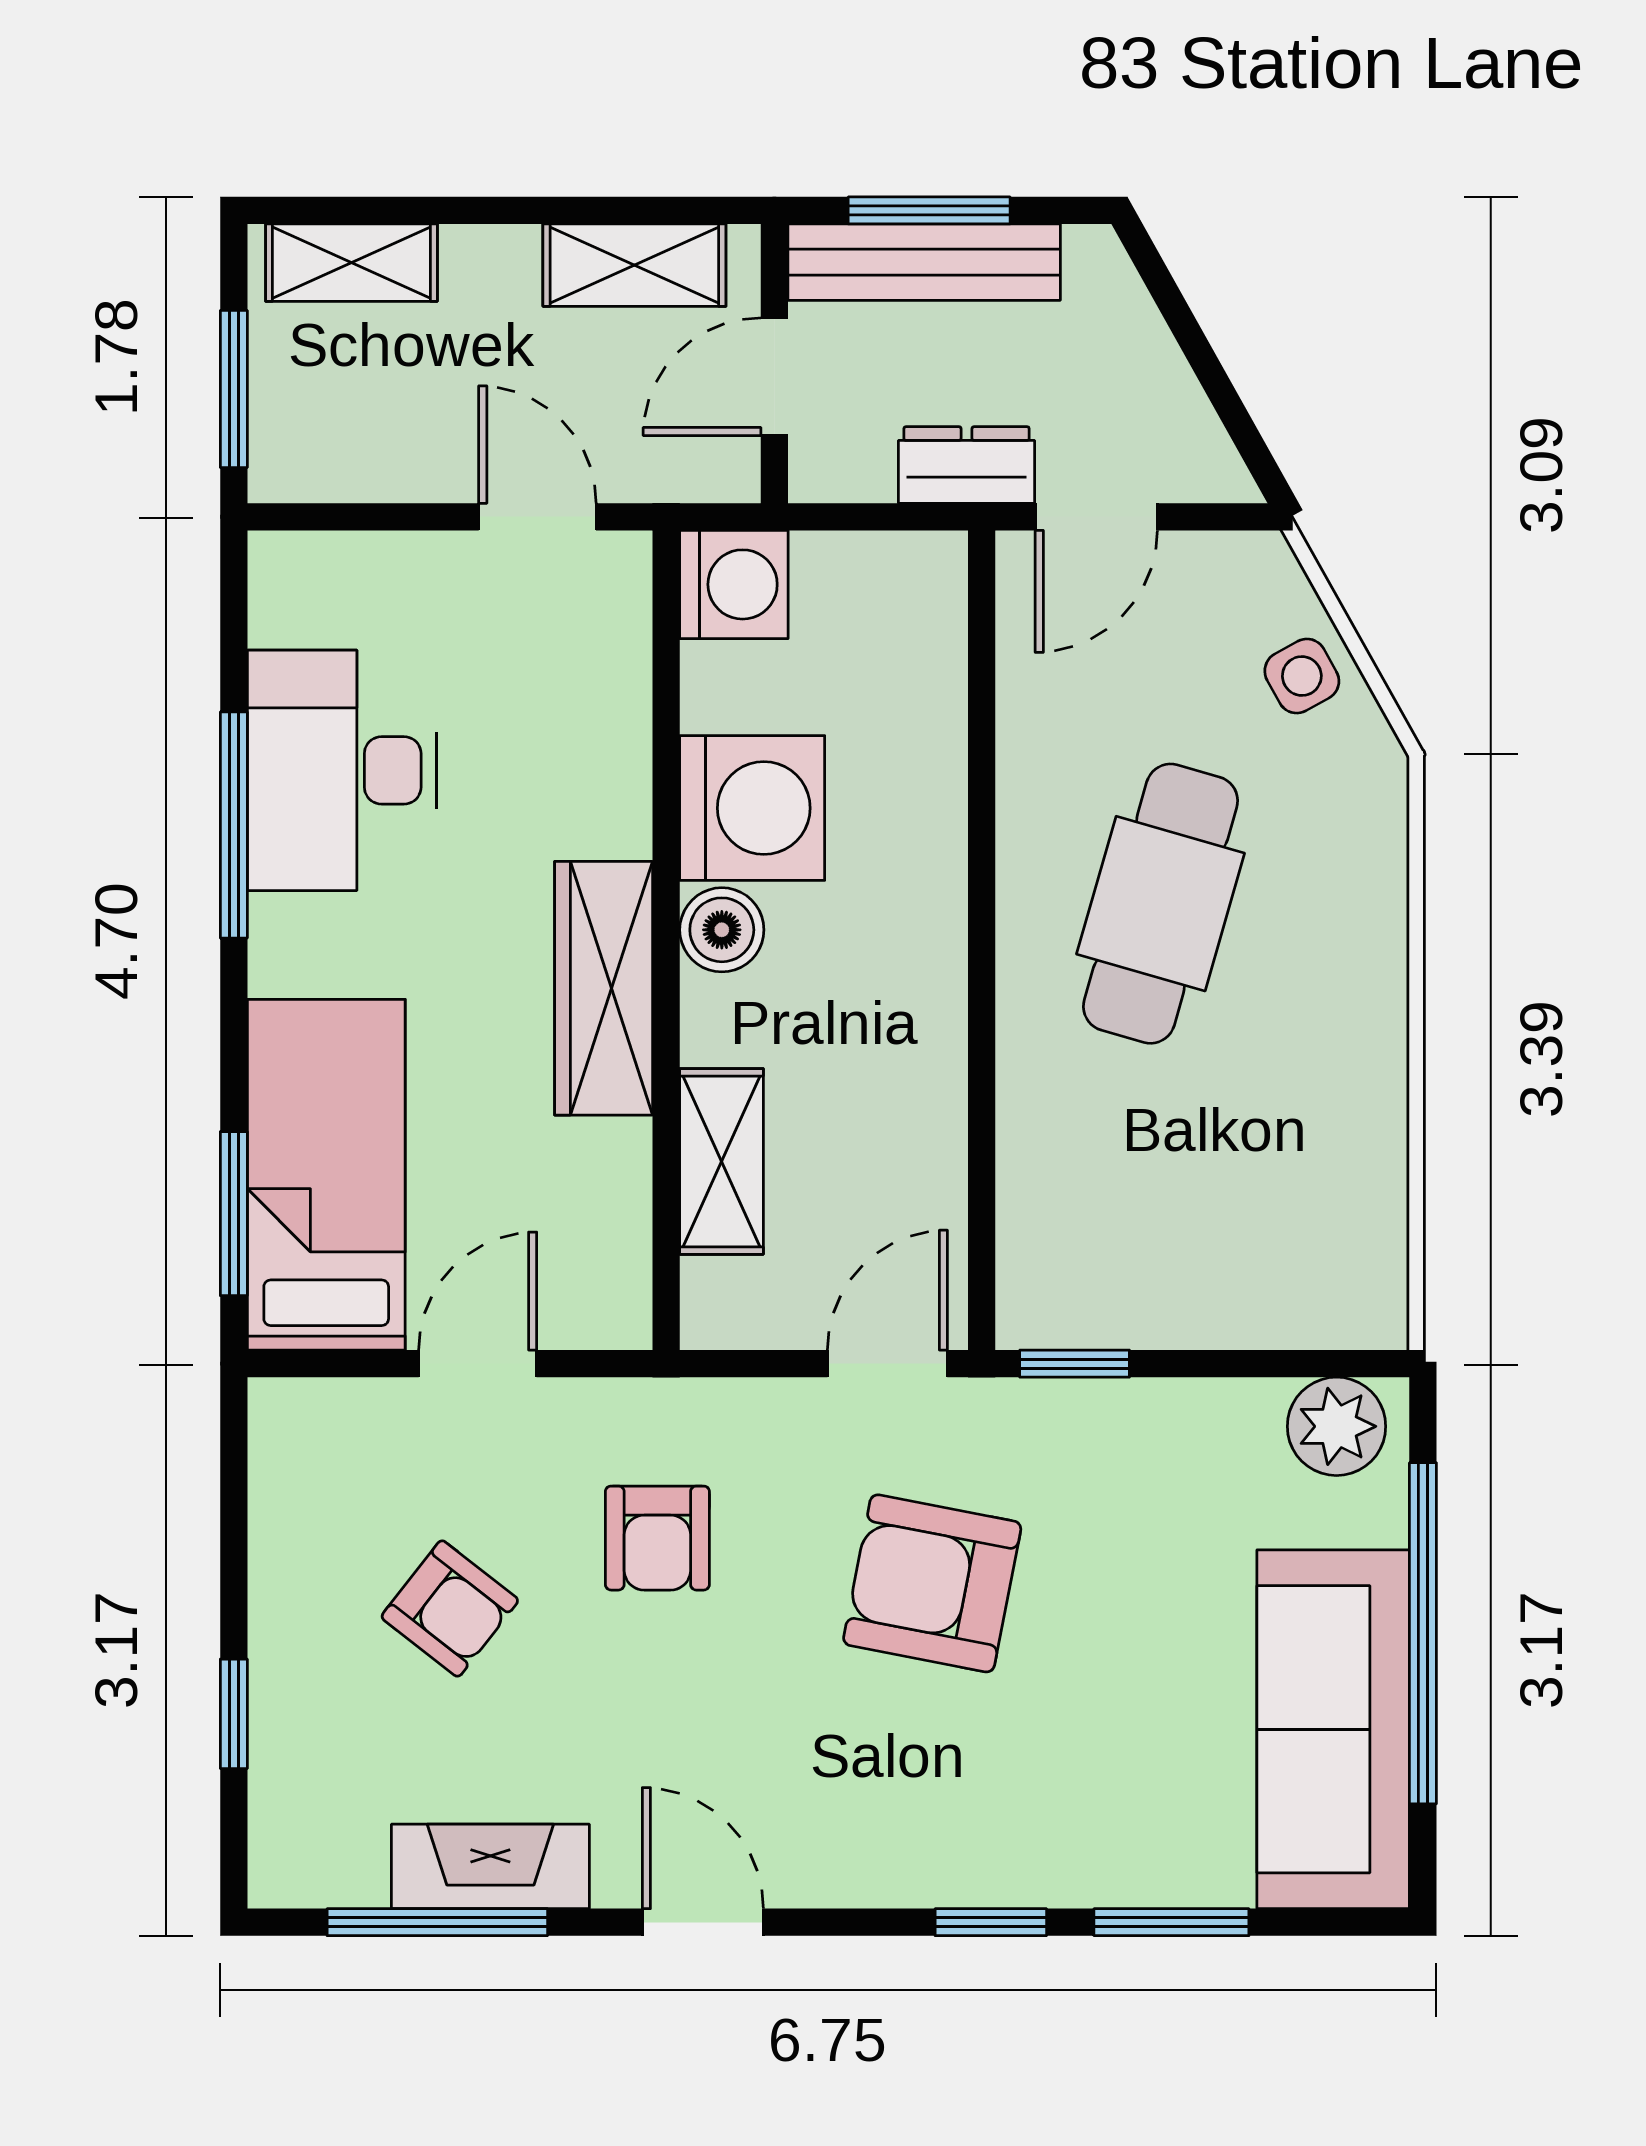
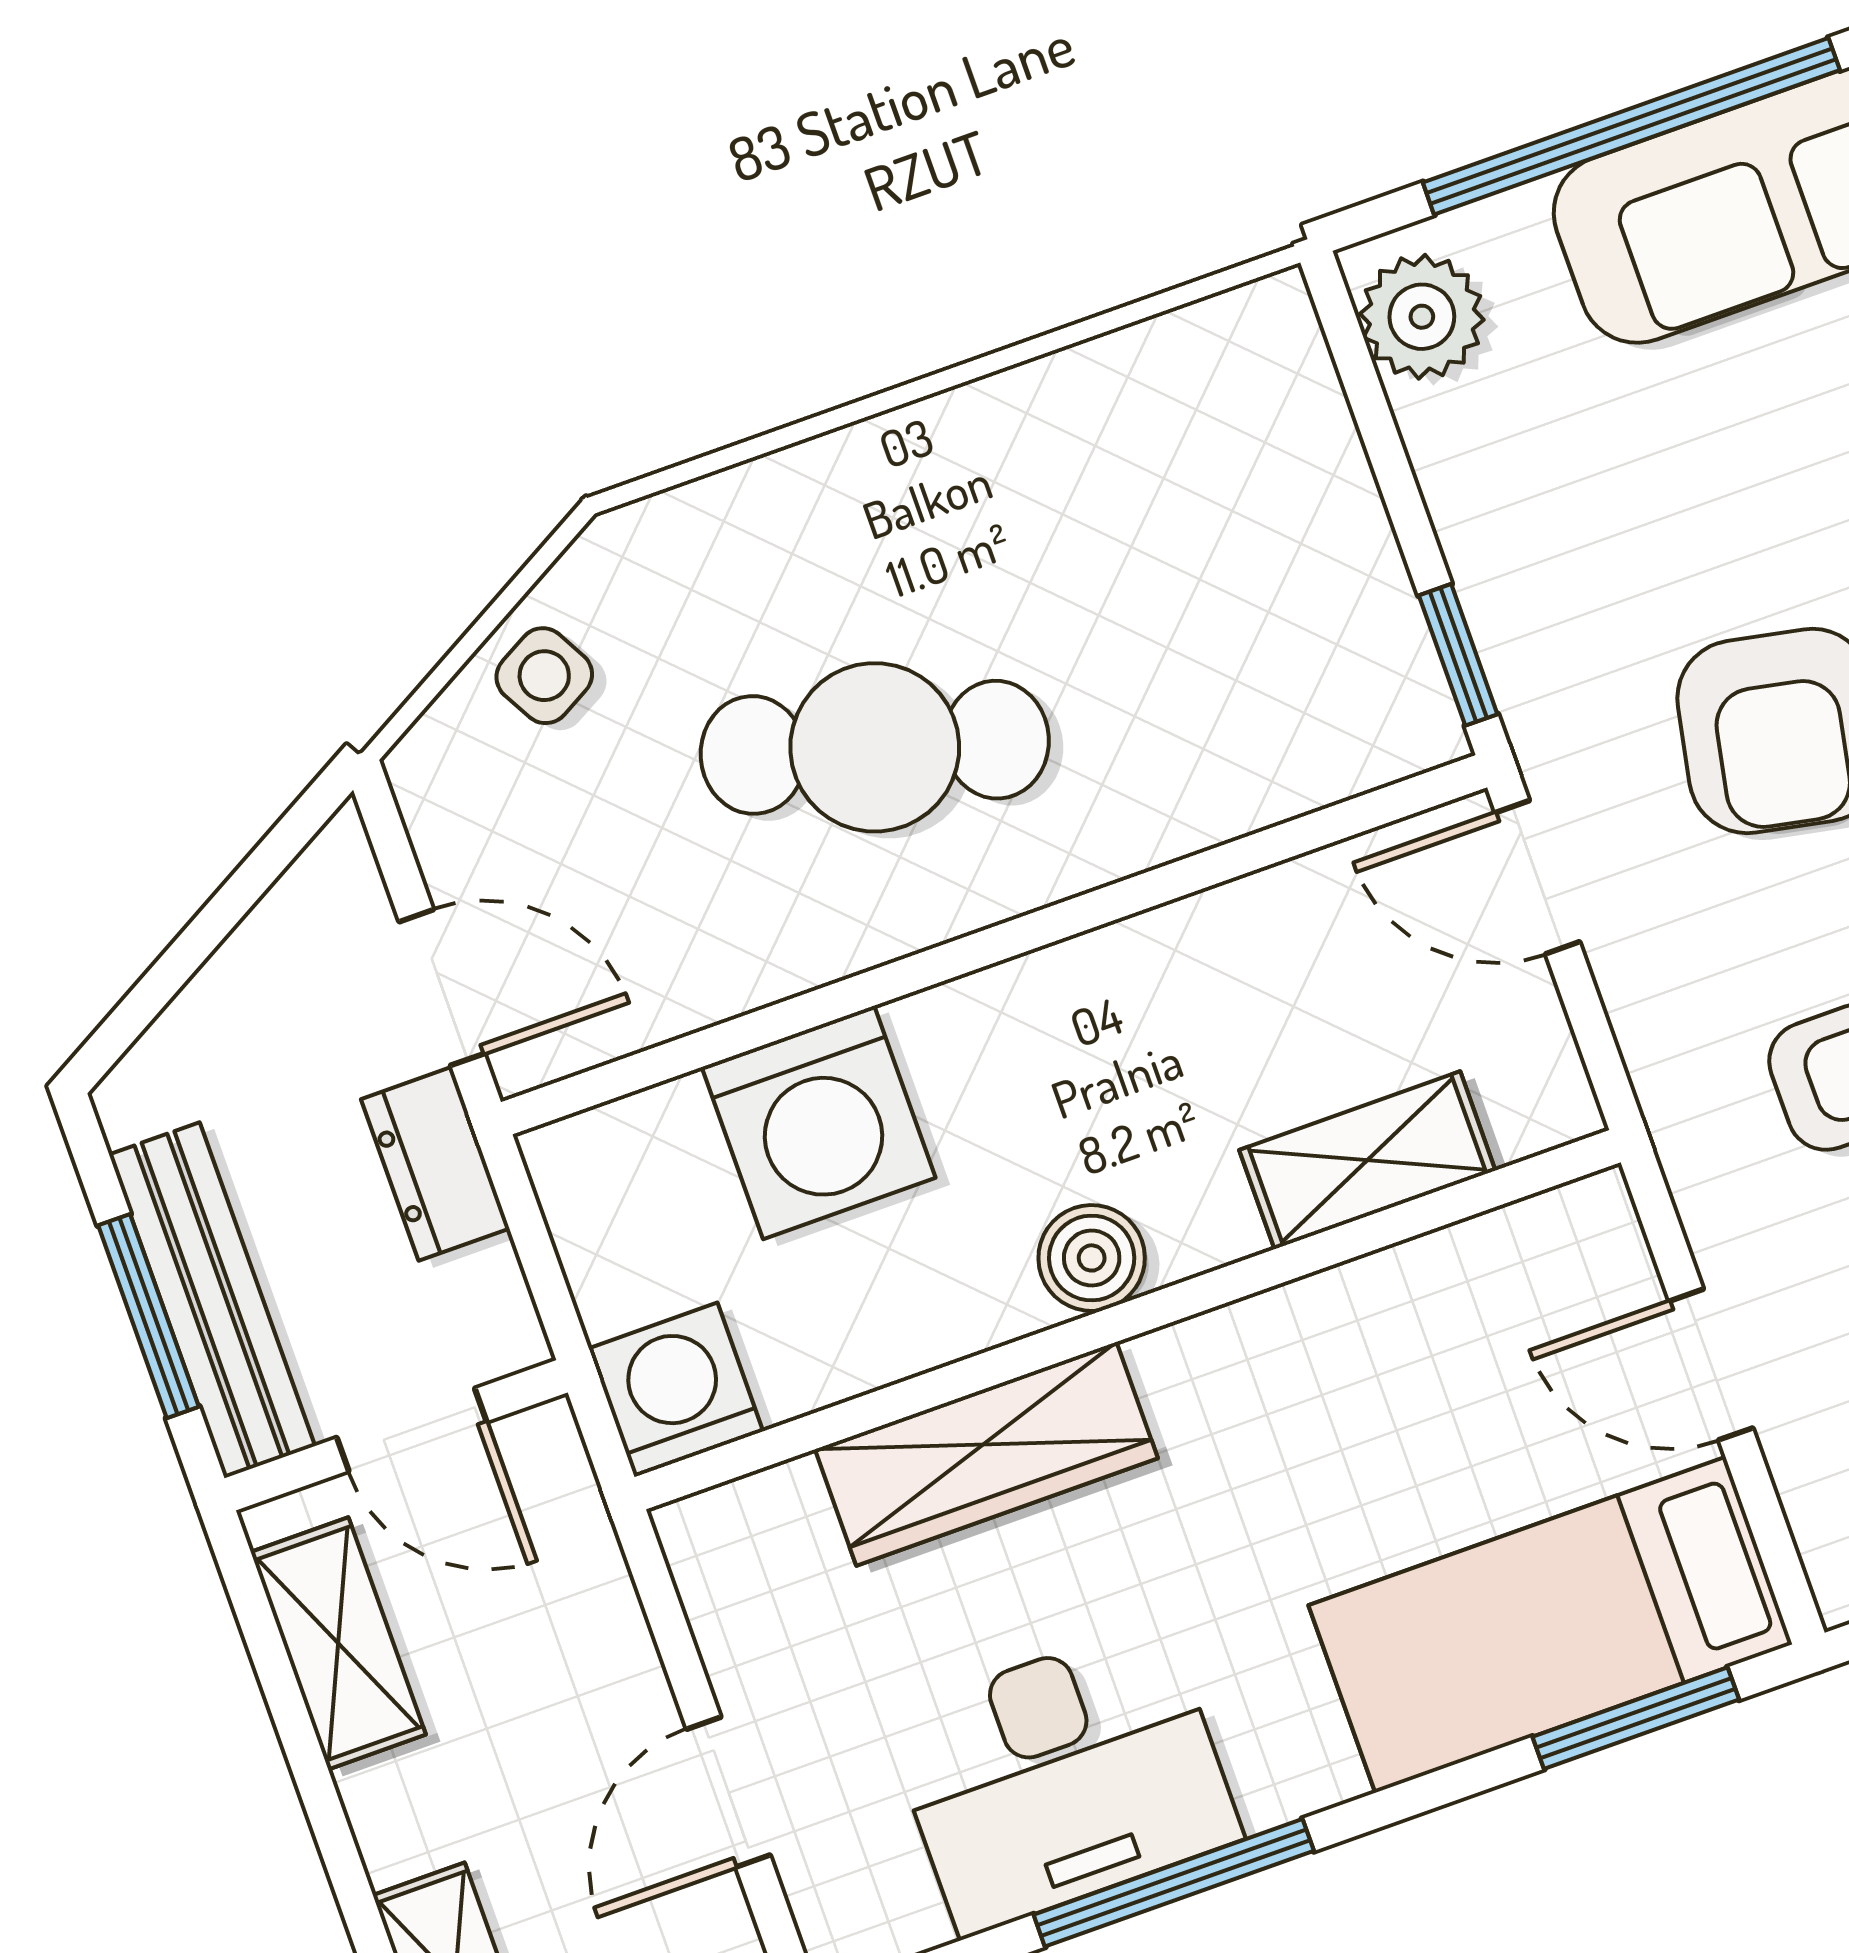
door: (537, 517) -> (728, 1792), moved
washing machine: (752, 808) -> (819, 1122), moved, turned 180
wardrobe: (604, 988) -> (986, 1454), moved

